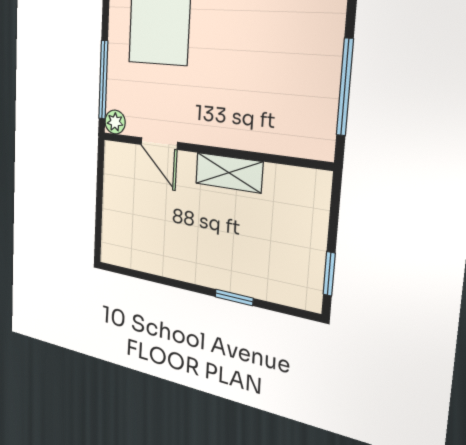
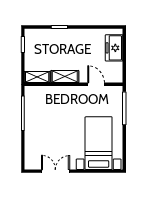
plant: (115, 122) -> (118, 91), removed
shelving: (298, 182) -> (37, 77), added
freezer: (118, 222) -> (114, 48), added

